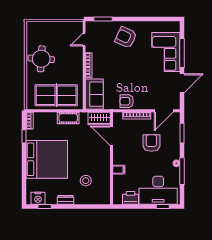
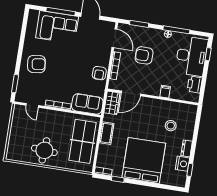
armchair: (126, 37) -> (36, 64), turned -122
nightstand: (38, 198) -> (182, 164), moved

